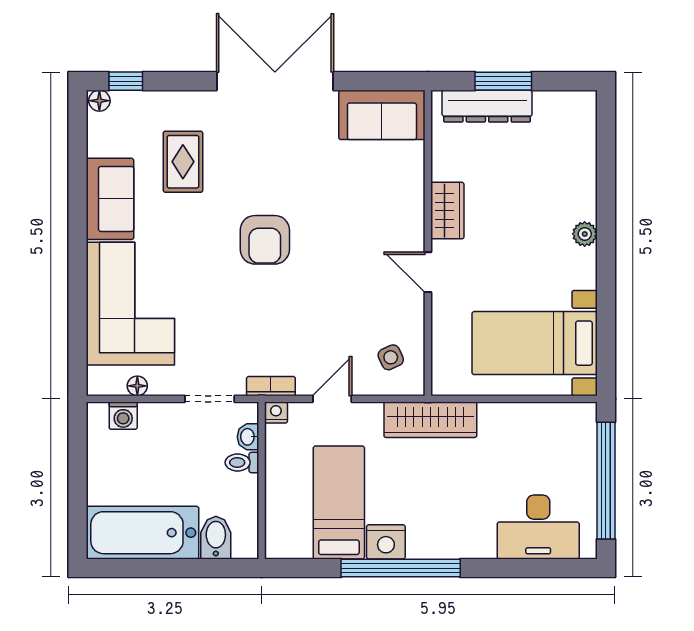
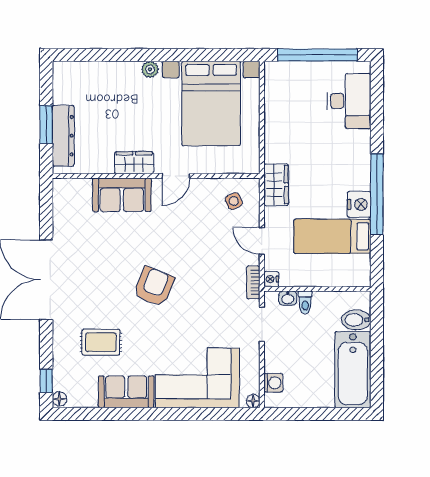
sofa: (382, 115) -> (122, 195), moved, turned 90
armchair: (265, 240) -> (154, 287), turned -68
bed with nightstands: (535, 343) -> (211, 103), width x1.36
floor lamp: (137, 386) -> (253, 401), moved
wardrobe: (430, 420) -> (276, 185), width x0.67

